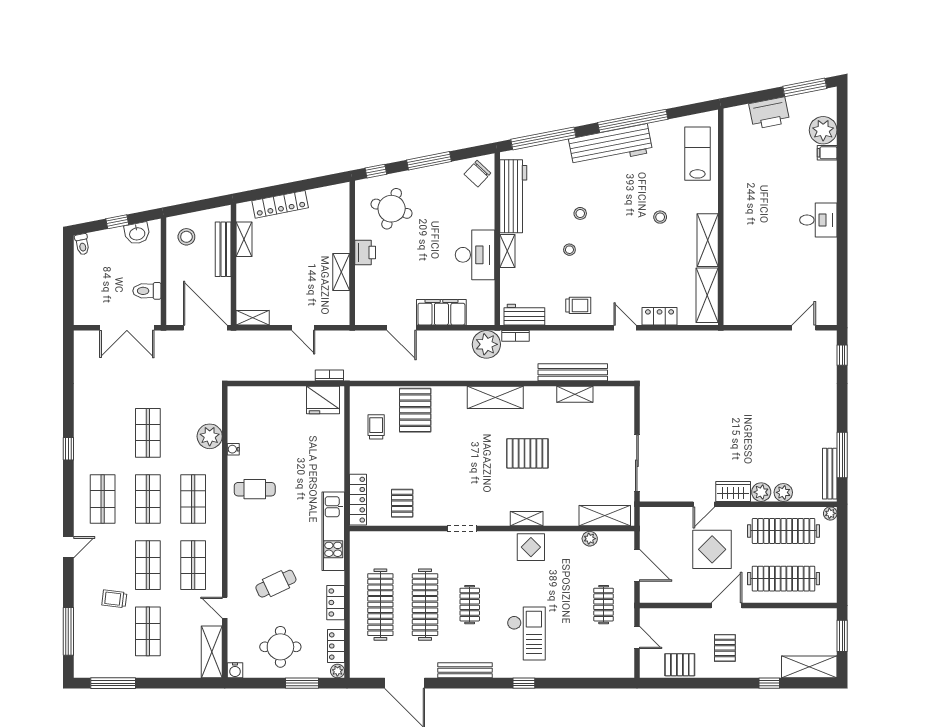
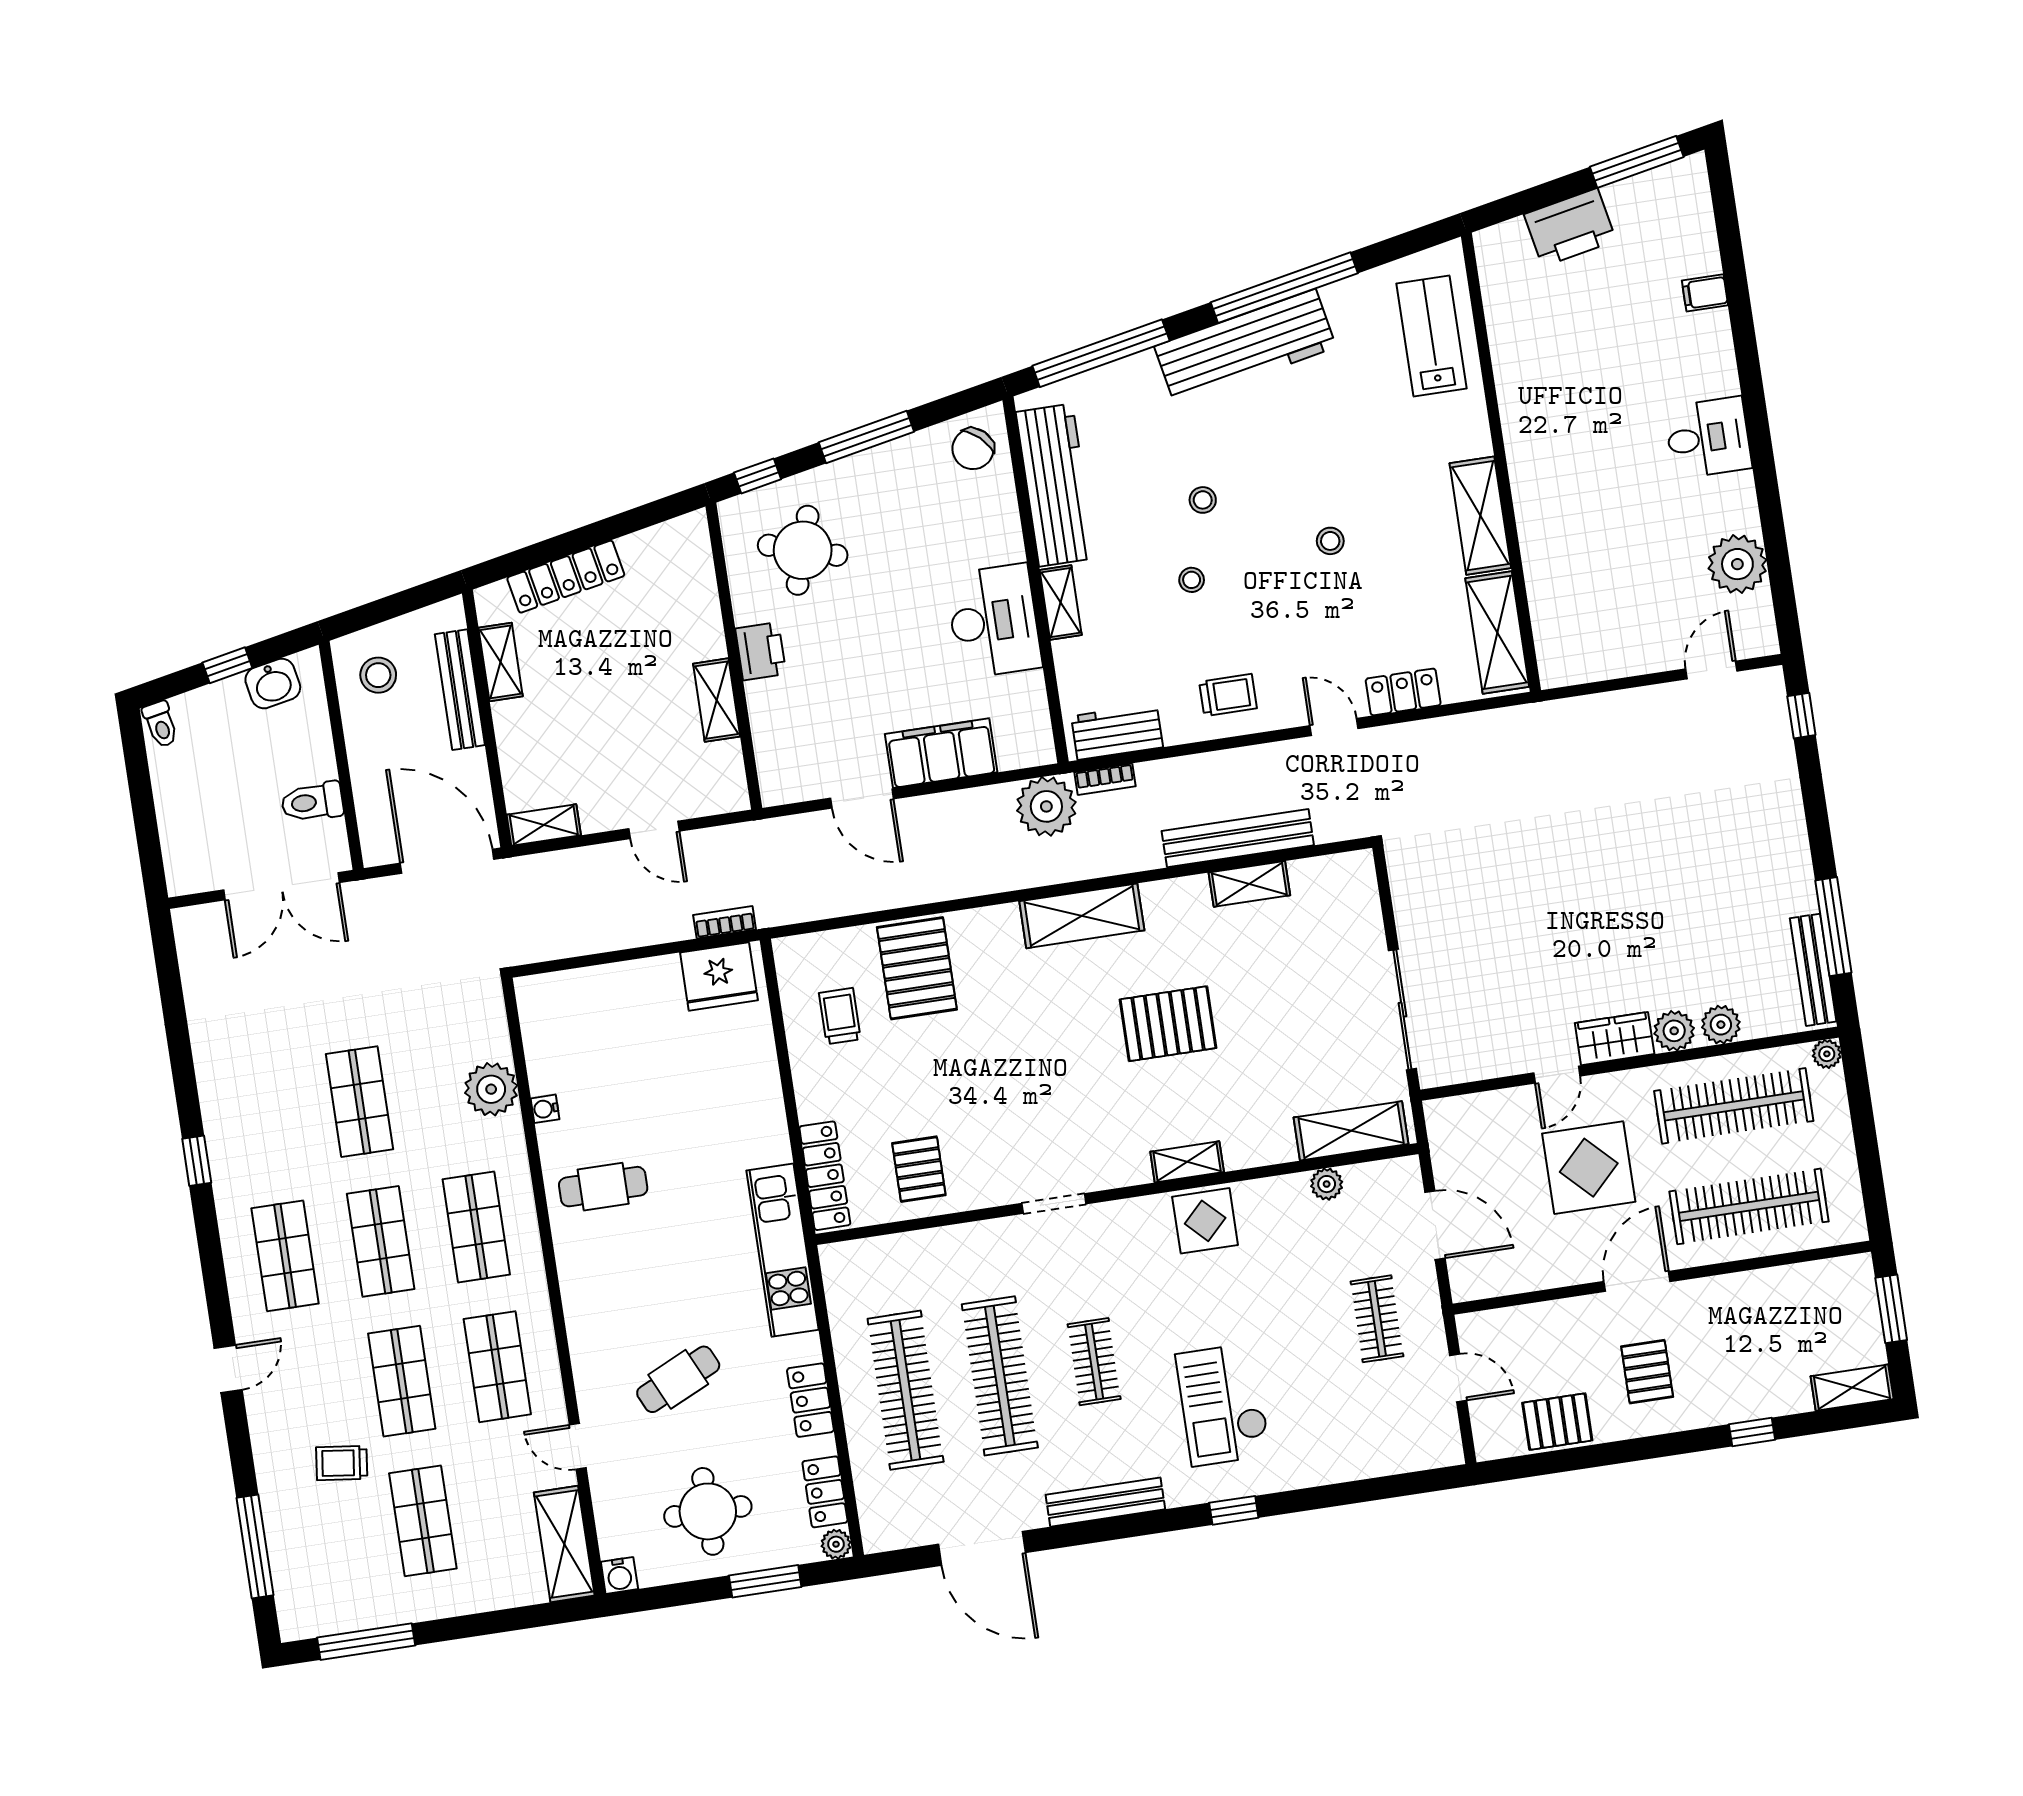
plant: (823, 130) -> (1737, 564), moved
stool: (660, 217) -> (1330, 541), moved
checkout: (526, 633) -> (1223, 1405), turned 180
shelving: (809, 667) -> (1852, 1388), width x0.67, depth x0.75

